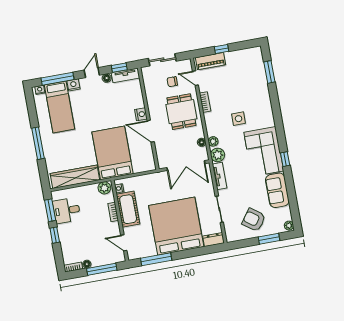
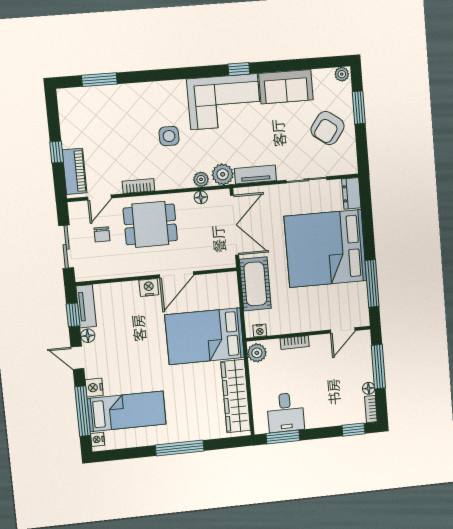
cot: (128, 209) -> (255, 284), moved, turned 90
window: (55, 235) -> (353, 430), moved

